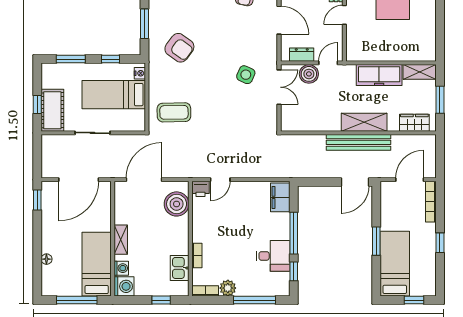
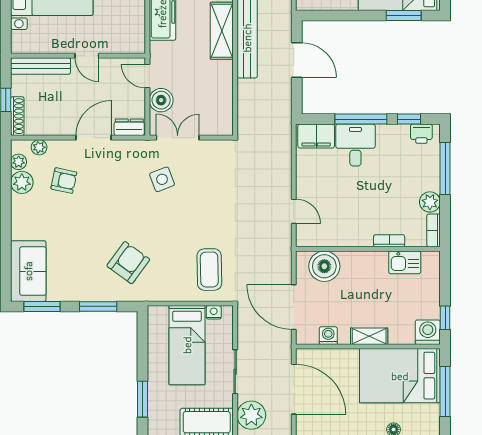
dresser: (302, 55) -> (129, 127), moved, turned 90
window: (110, 59) -> (142, 349), removed
nightstand: (140, 73) -> (214, 312), moved
side table: (246, 75) -> (162, 179), turned 45
plant: (58, 146) -> (251, 415), added
door: (355, 182) -> (297, 60), moved
printer: (201, 189) -> (421, 134), moved, turned 90
window: (376, 241) -> (404, 16), moved
desk: (273, 256) -> (355, 145), moved
bed: (97, 264) -> (400, 376), width x1.50
washing machine: (121, 268) -> (328, 336), moved
window: (161, 300) -> (445, 318), moved

